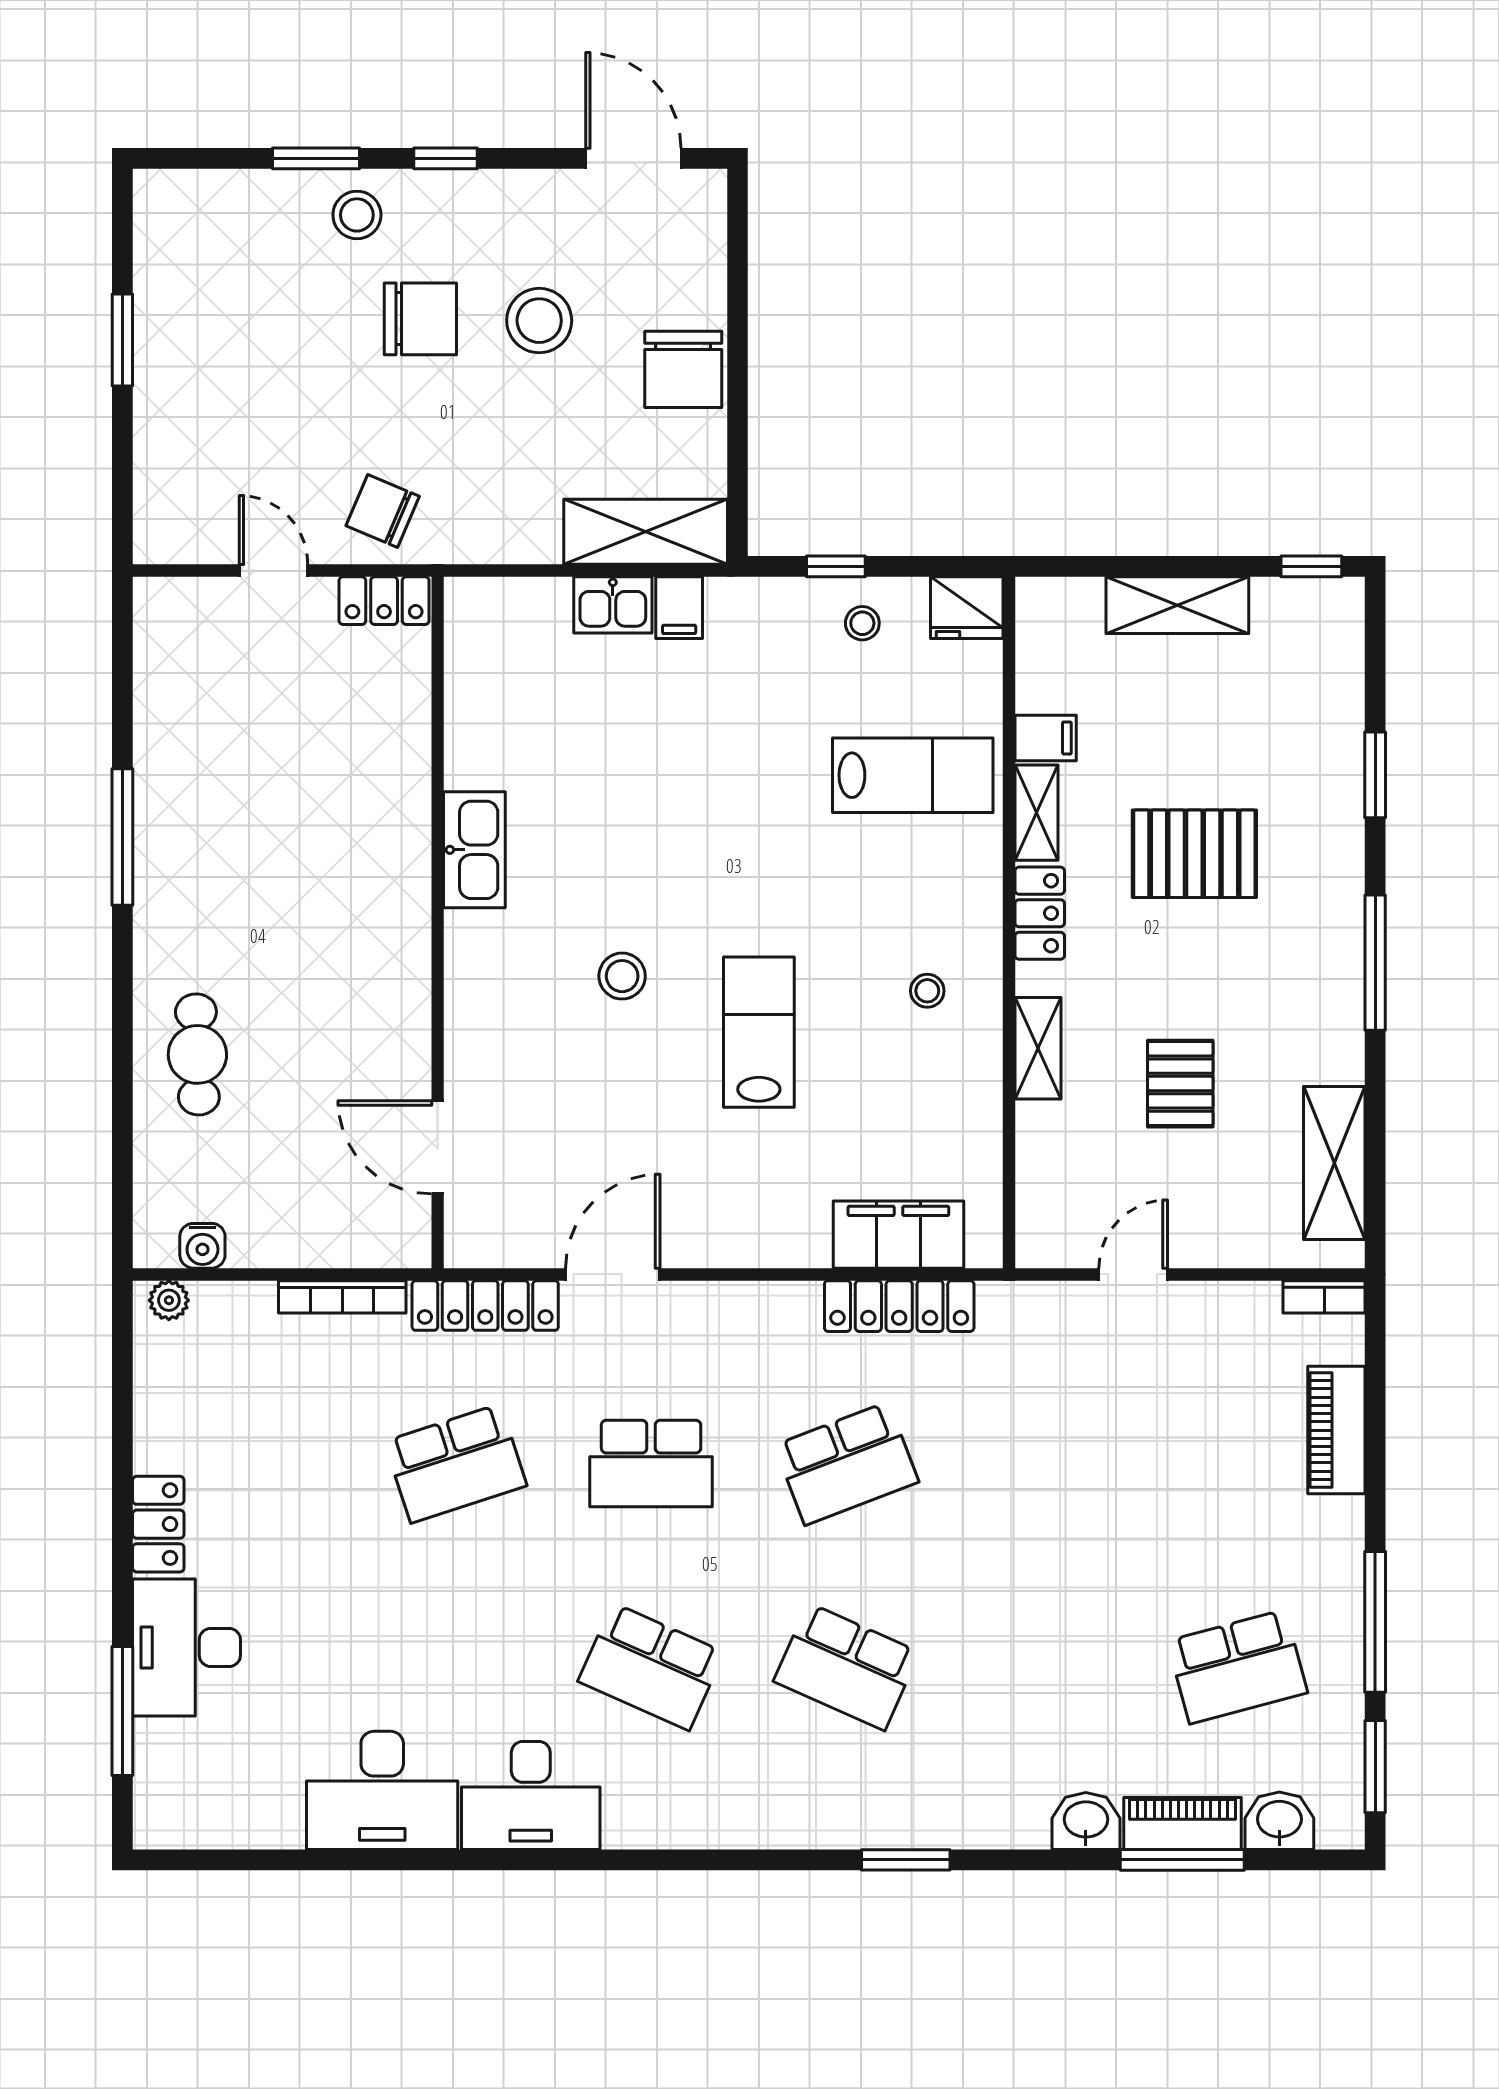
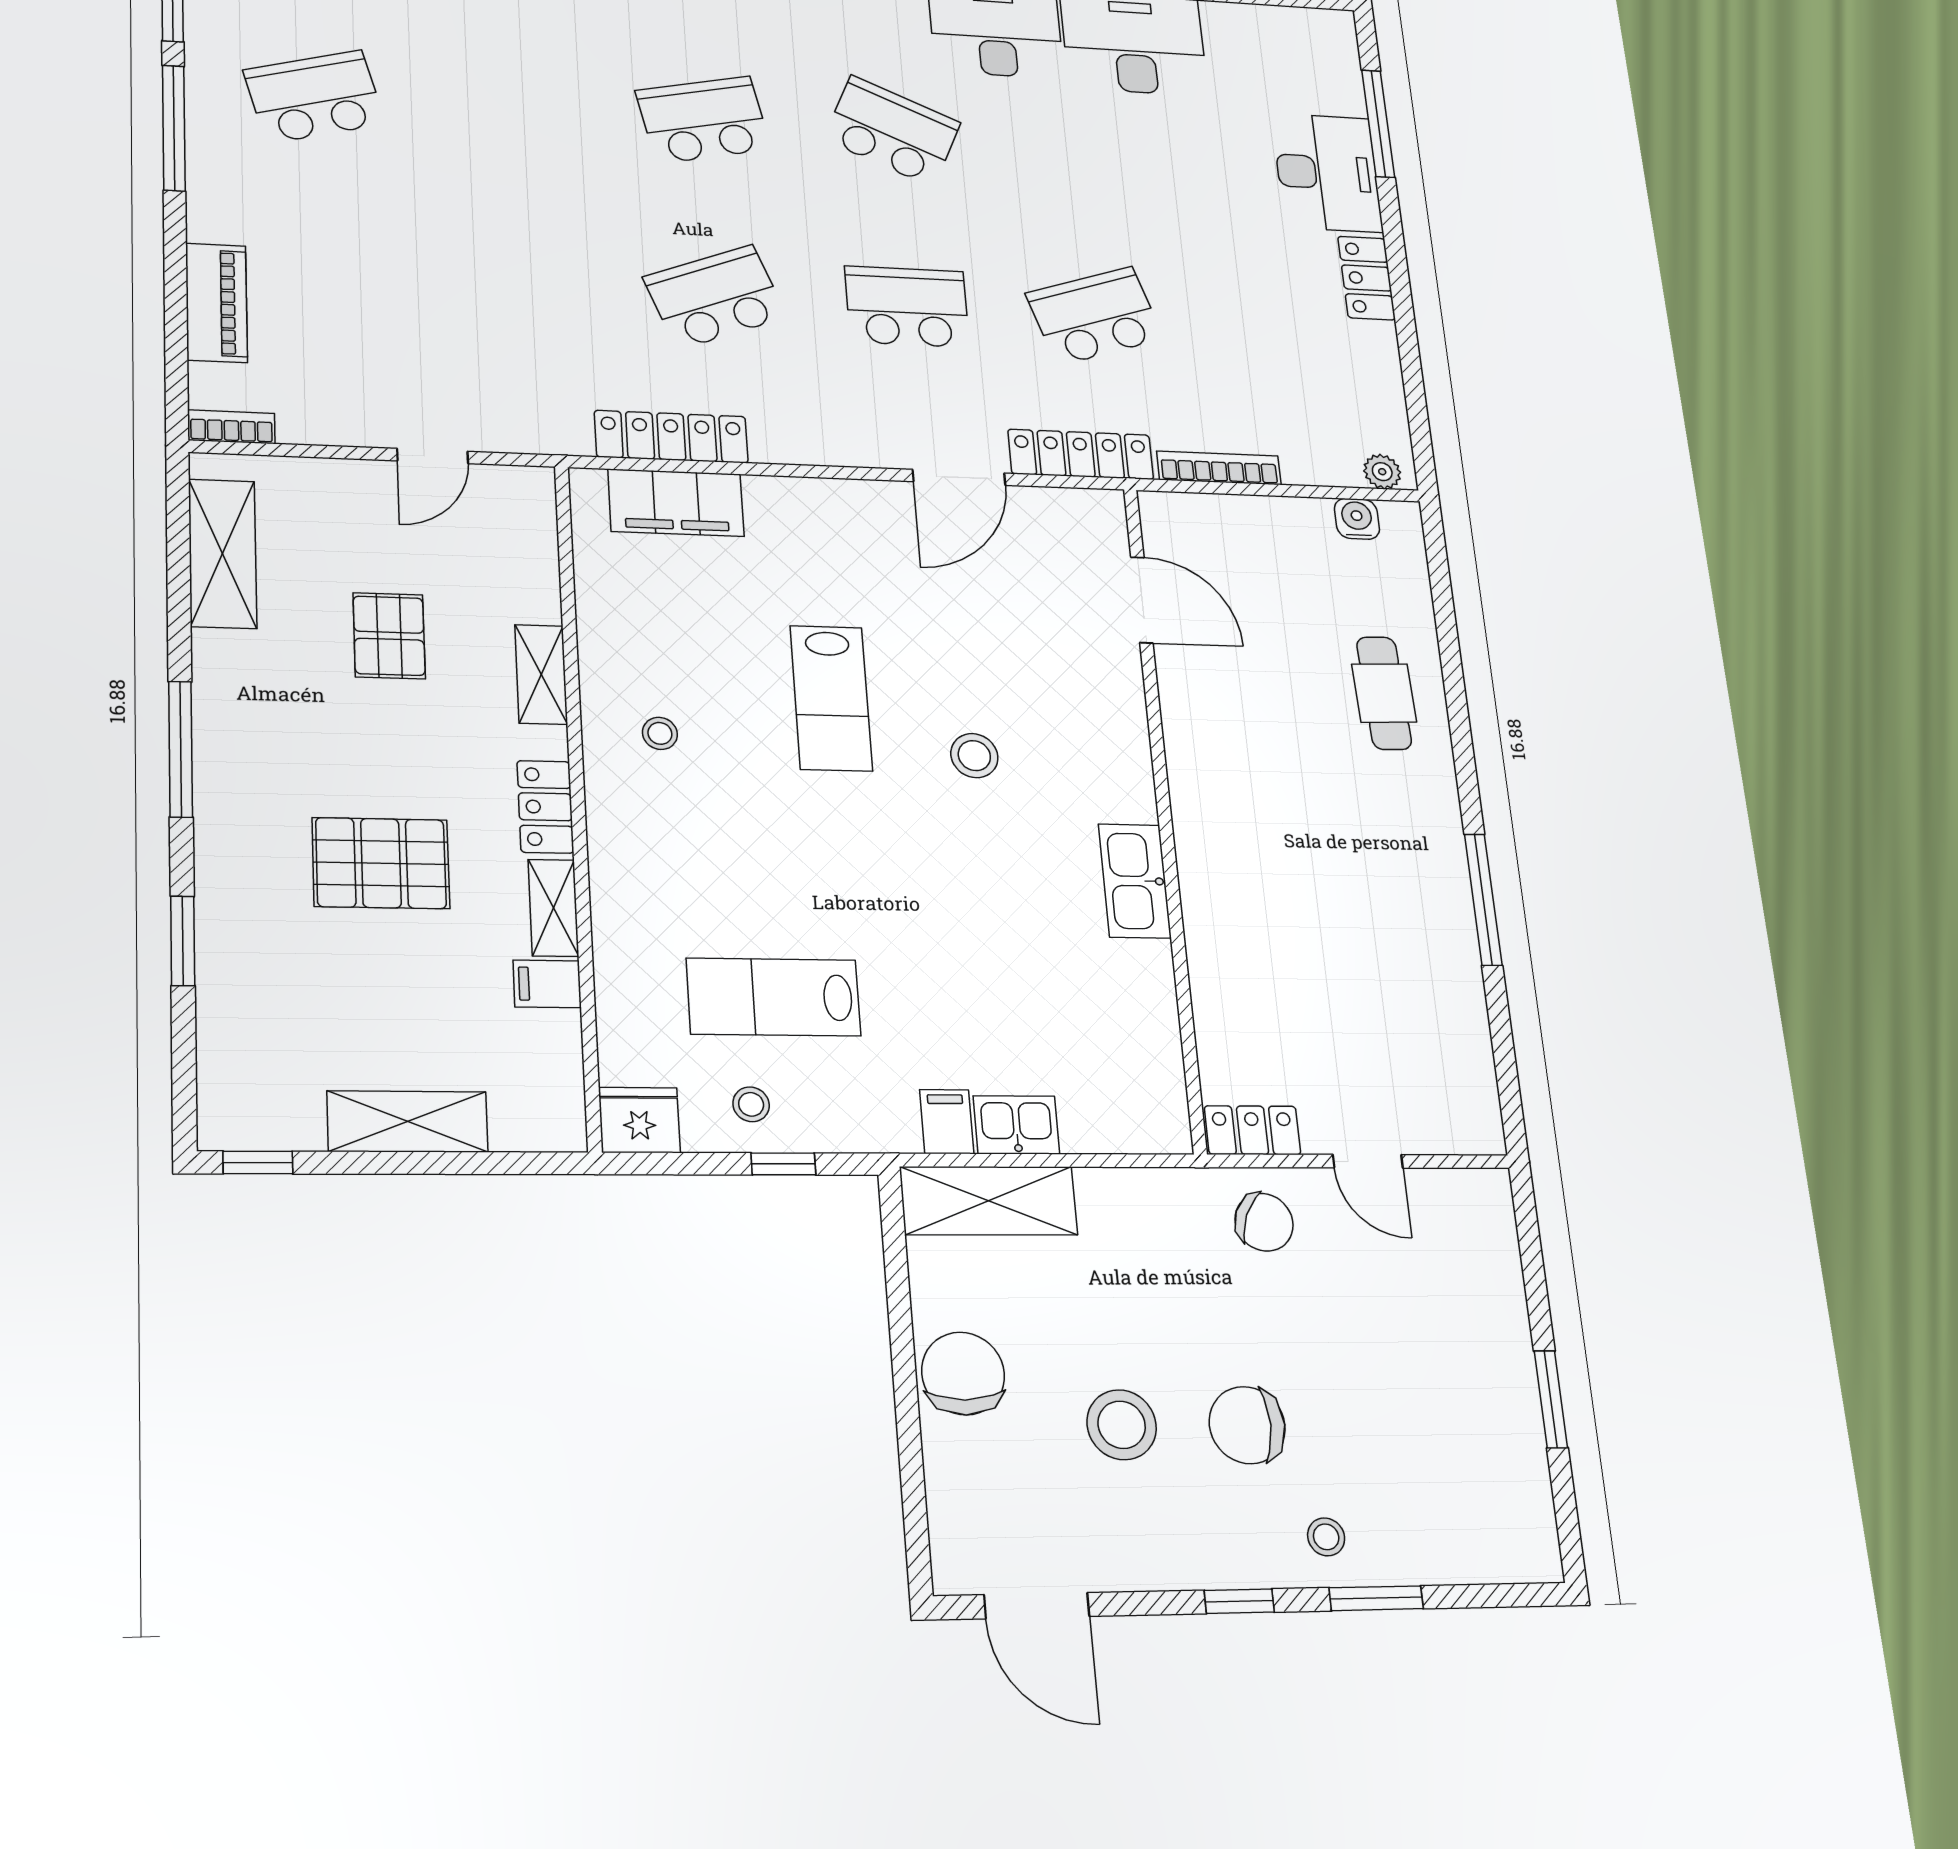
stool: (357, 215) -> (1326, 1537), width x0.73, depth x0.73
lab bench: (913, 775) -> (774, 997), moved
school desk: (846, 1667) -> (704, 120), turned -36

